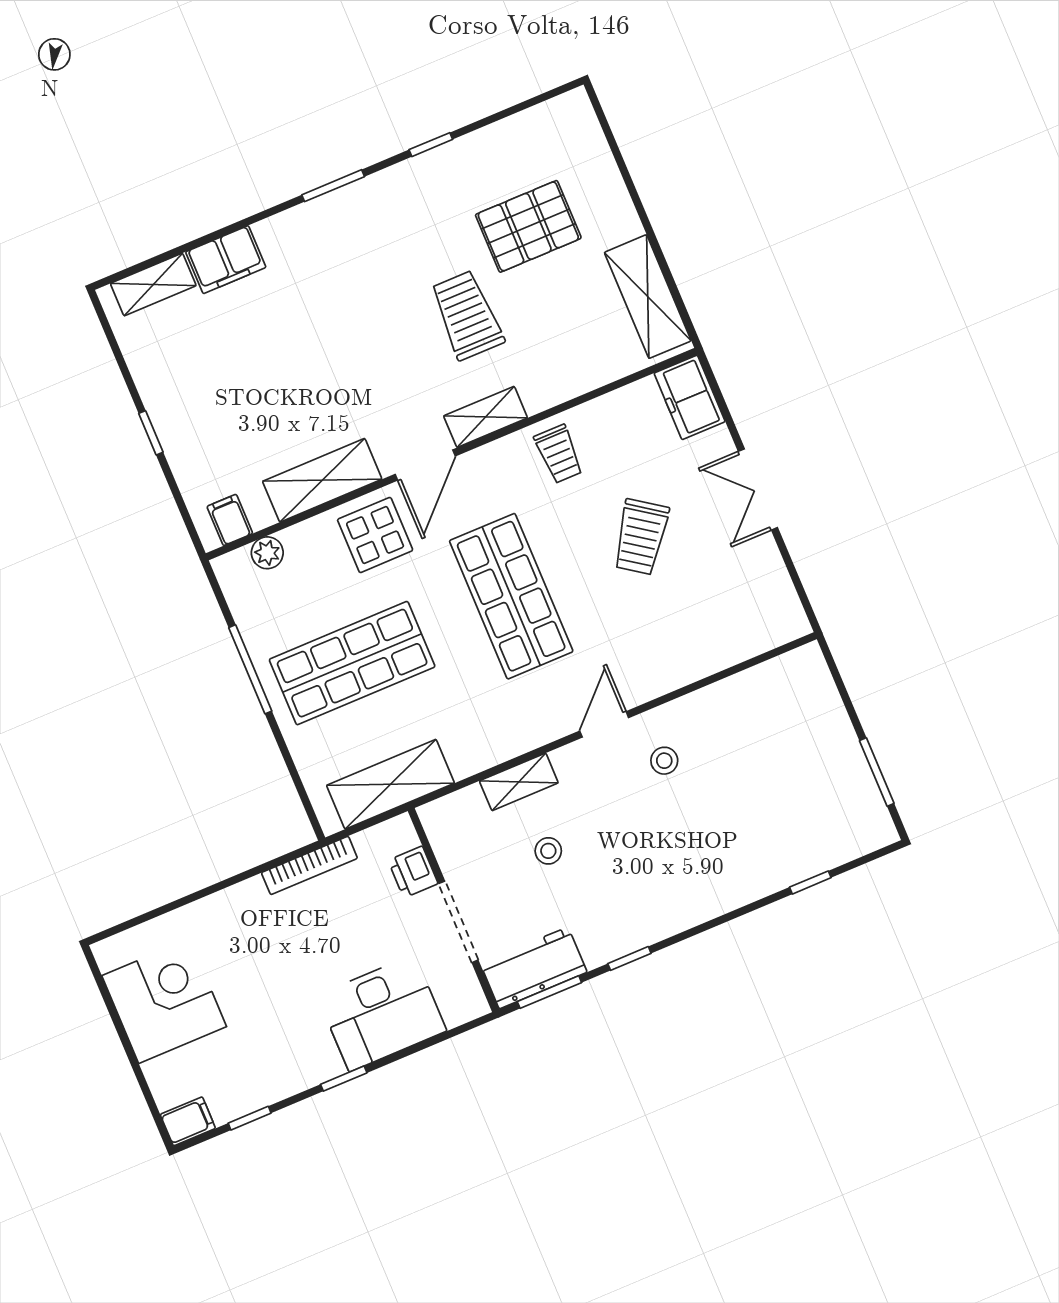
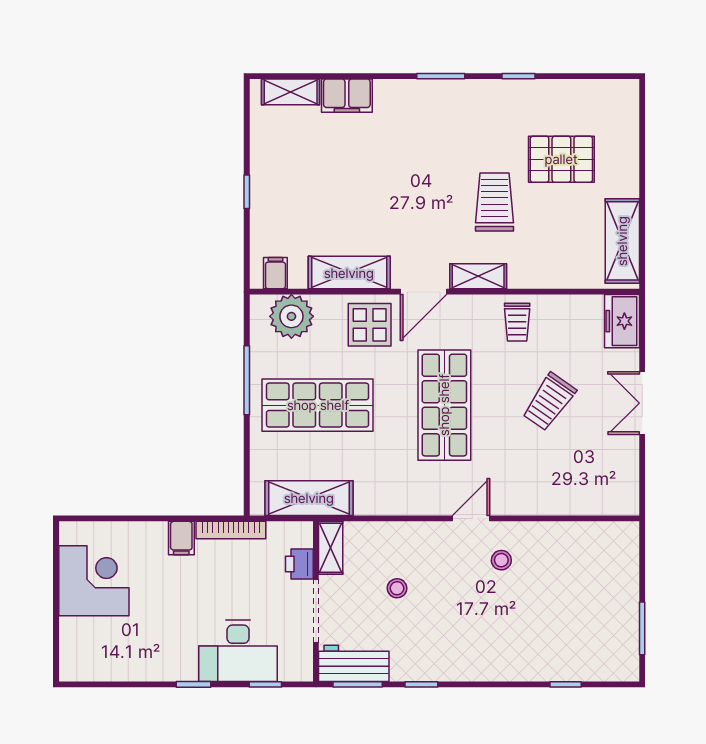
plant: (267, 553) -> (291, 316), width x1.88, depth x1.88
shelving: (519, 782) -> (331, 548), moved, turned 90
window: (250, 1118) -> (265, 684), moved
filing cabinet: (188, 1121) -> (181, 538), moved, turned 90

